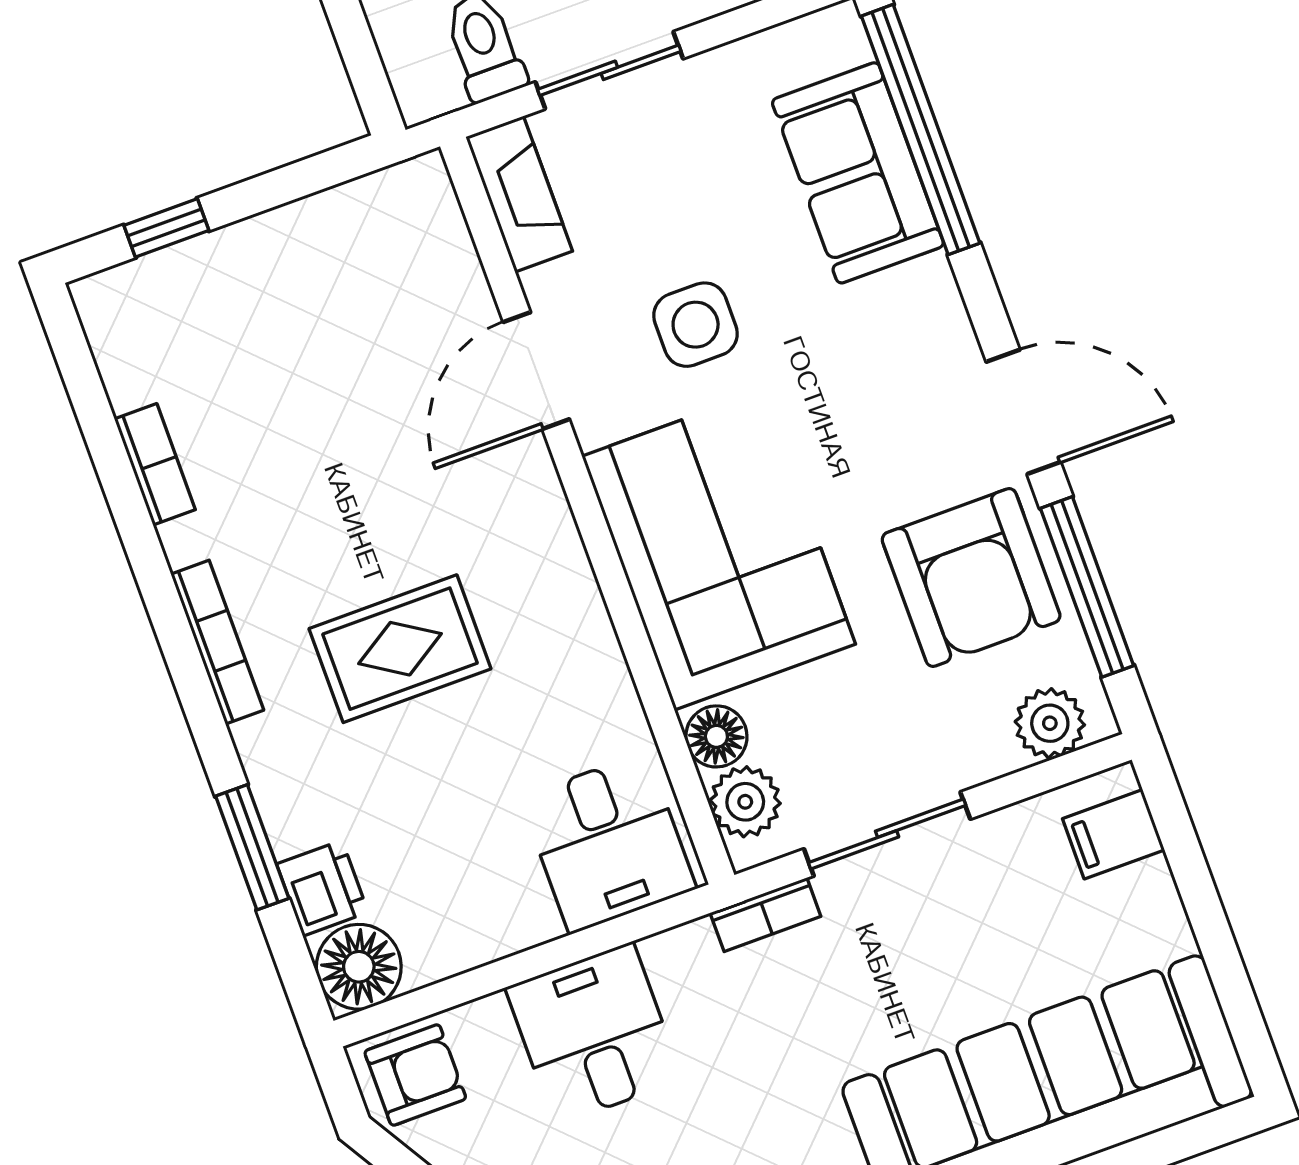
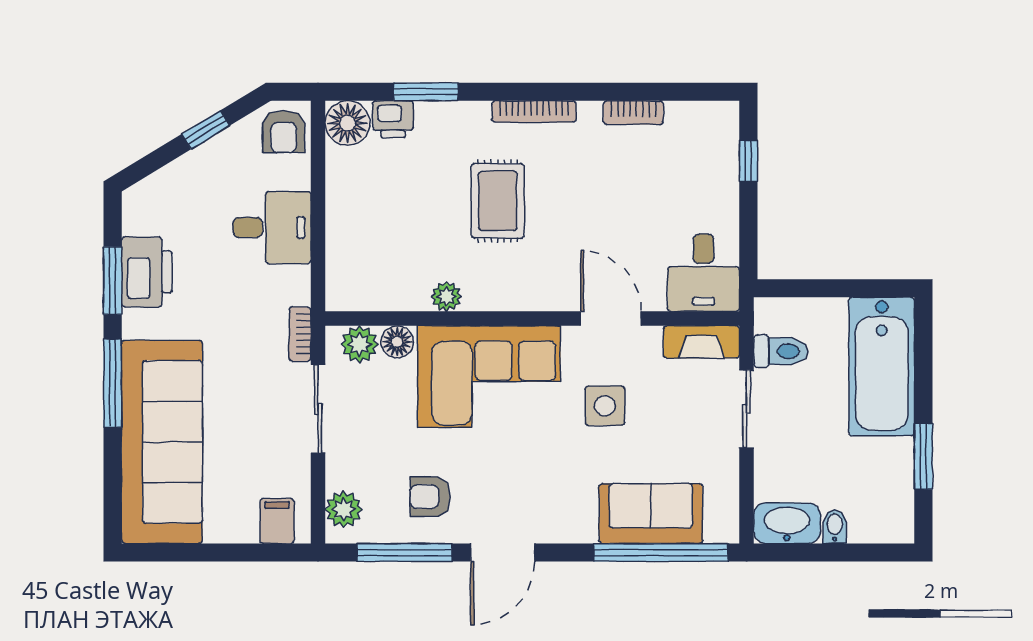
armchair: (971, 578) -> (430, 497), width x0.53, depth x0.53
plant: (604, 678) -> (446, 296), added
desk: (608, 843) -> (703, 273), moved, turned -90

